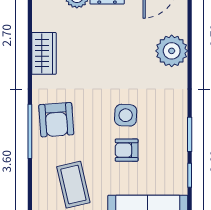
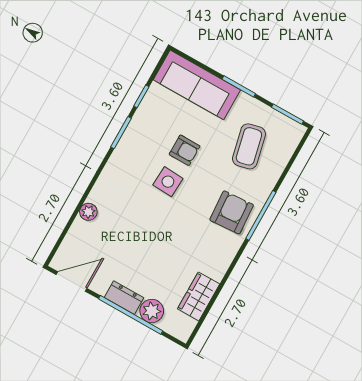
plant: (172, 51) -> (88, 212), width x0.53, depth x0.53
wardrobe: (44, 53) -> (199, 296), moved

